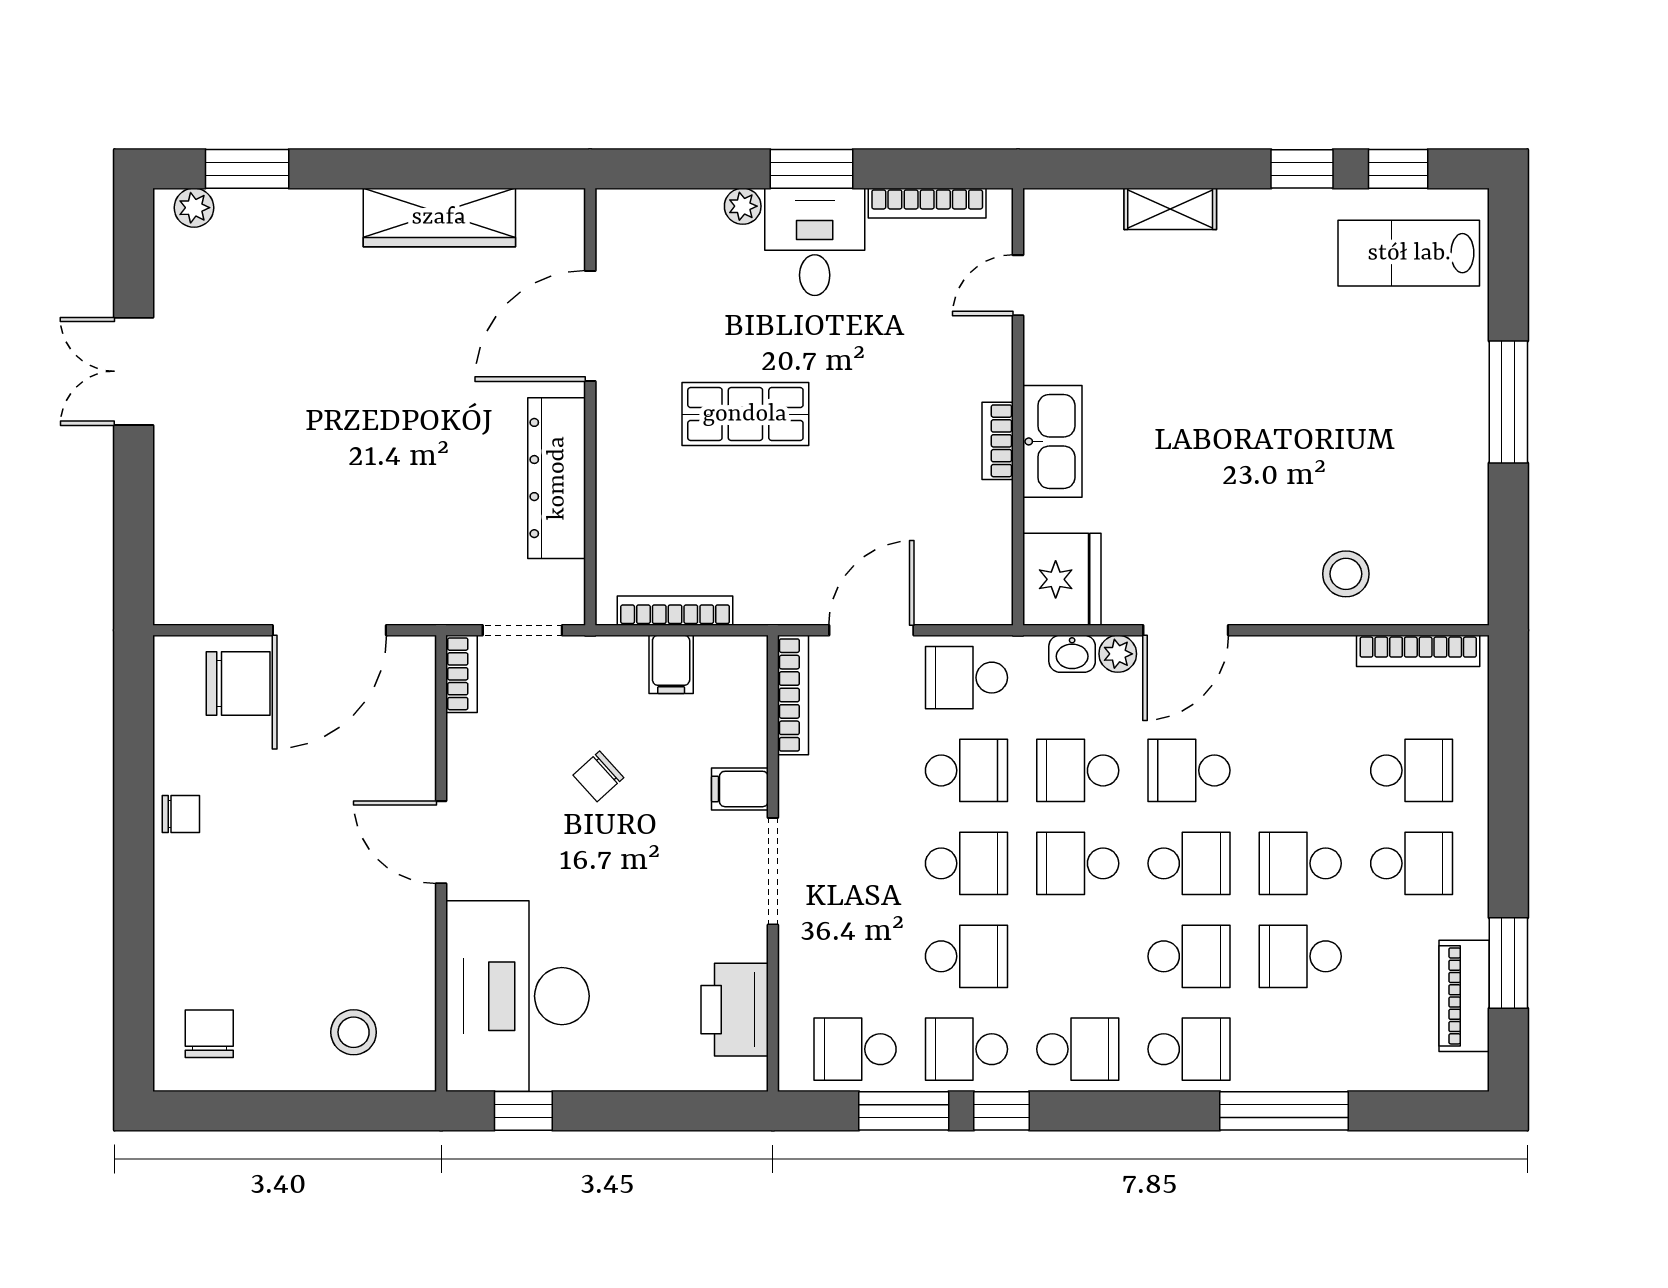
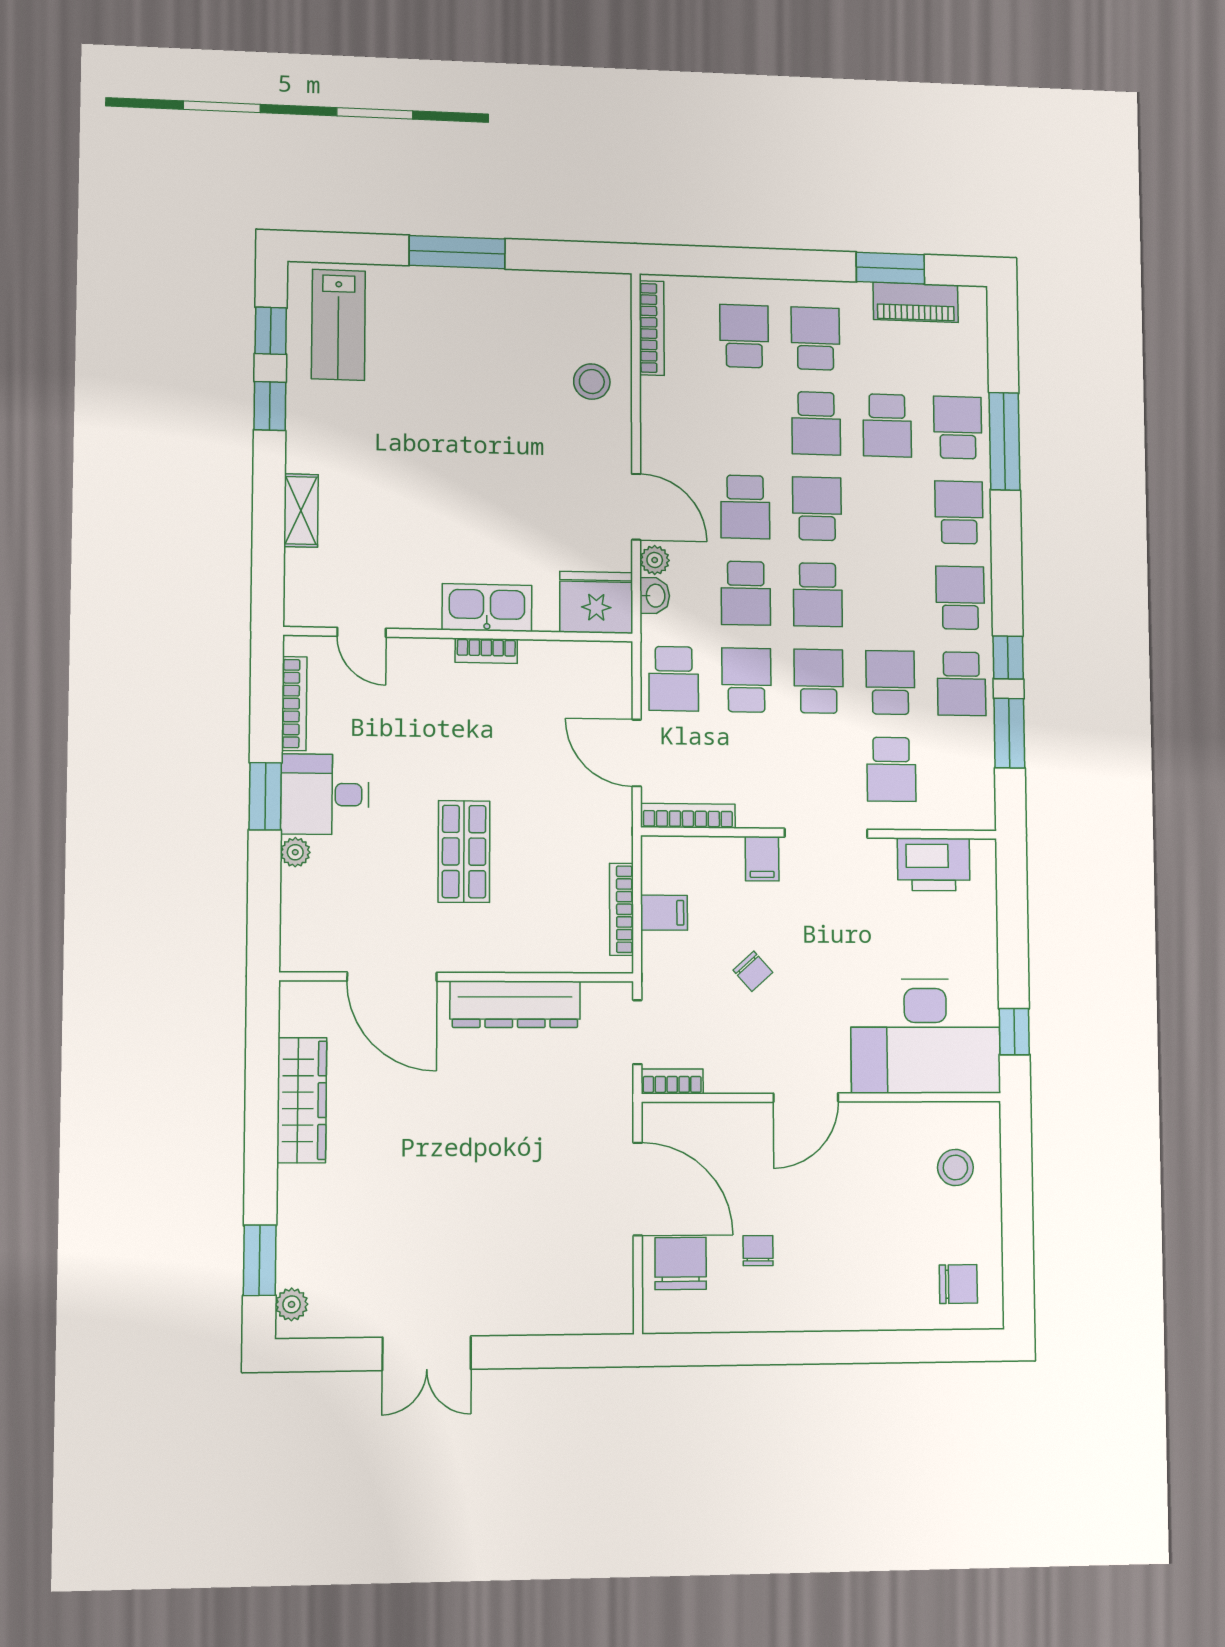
chair: (181, 814) -> (758, 1251), moved
school desk: (1189, 956) -> (958, 428), moved
chair: (209, 1034) -> (958, 1284), turned 180
school desk: (855, 1049) -> (891, 769), moved

